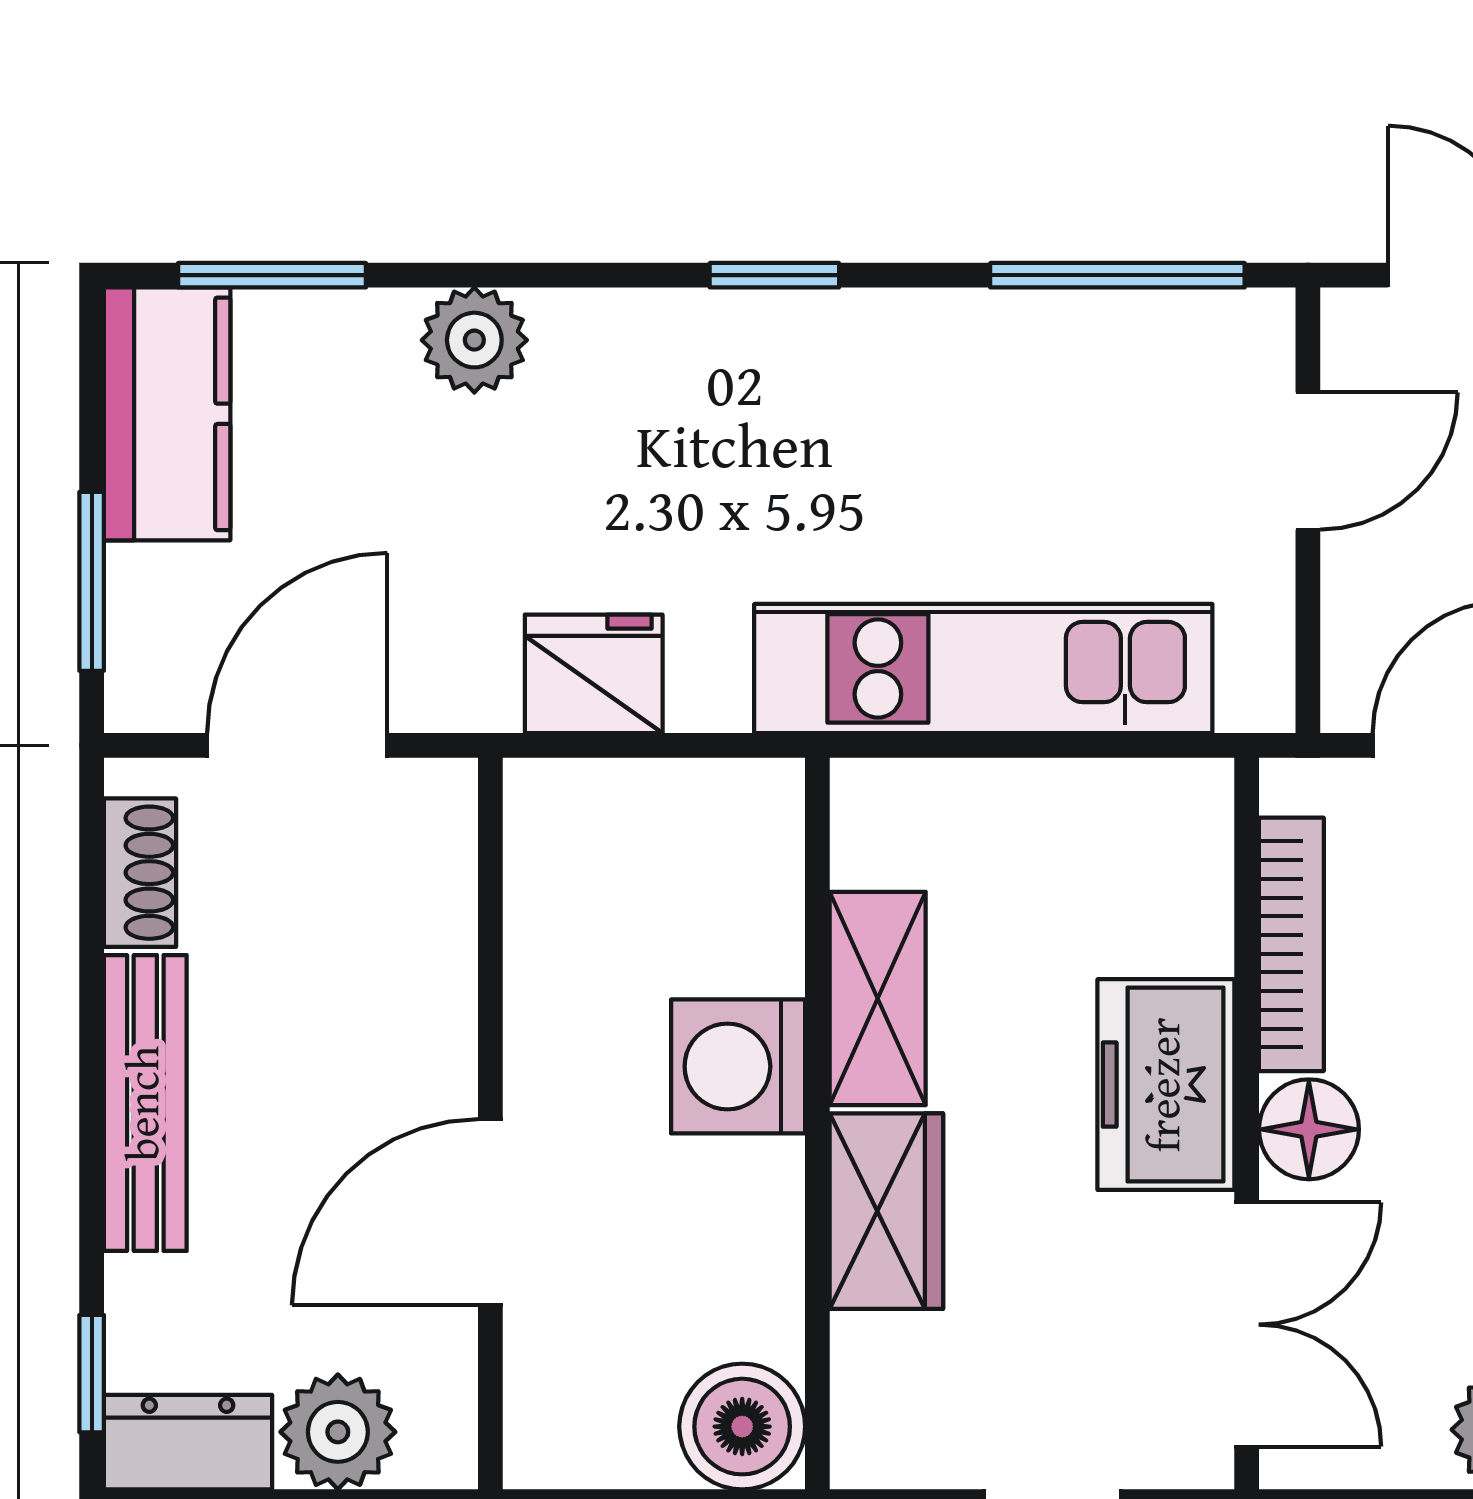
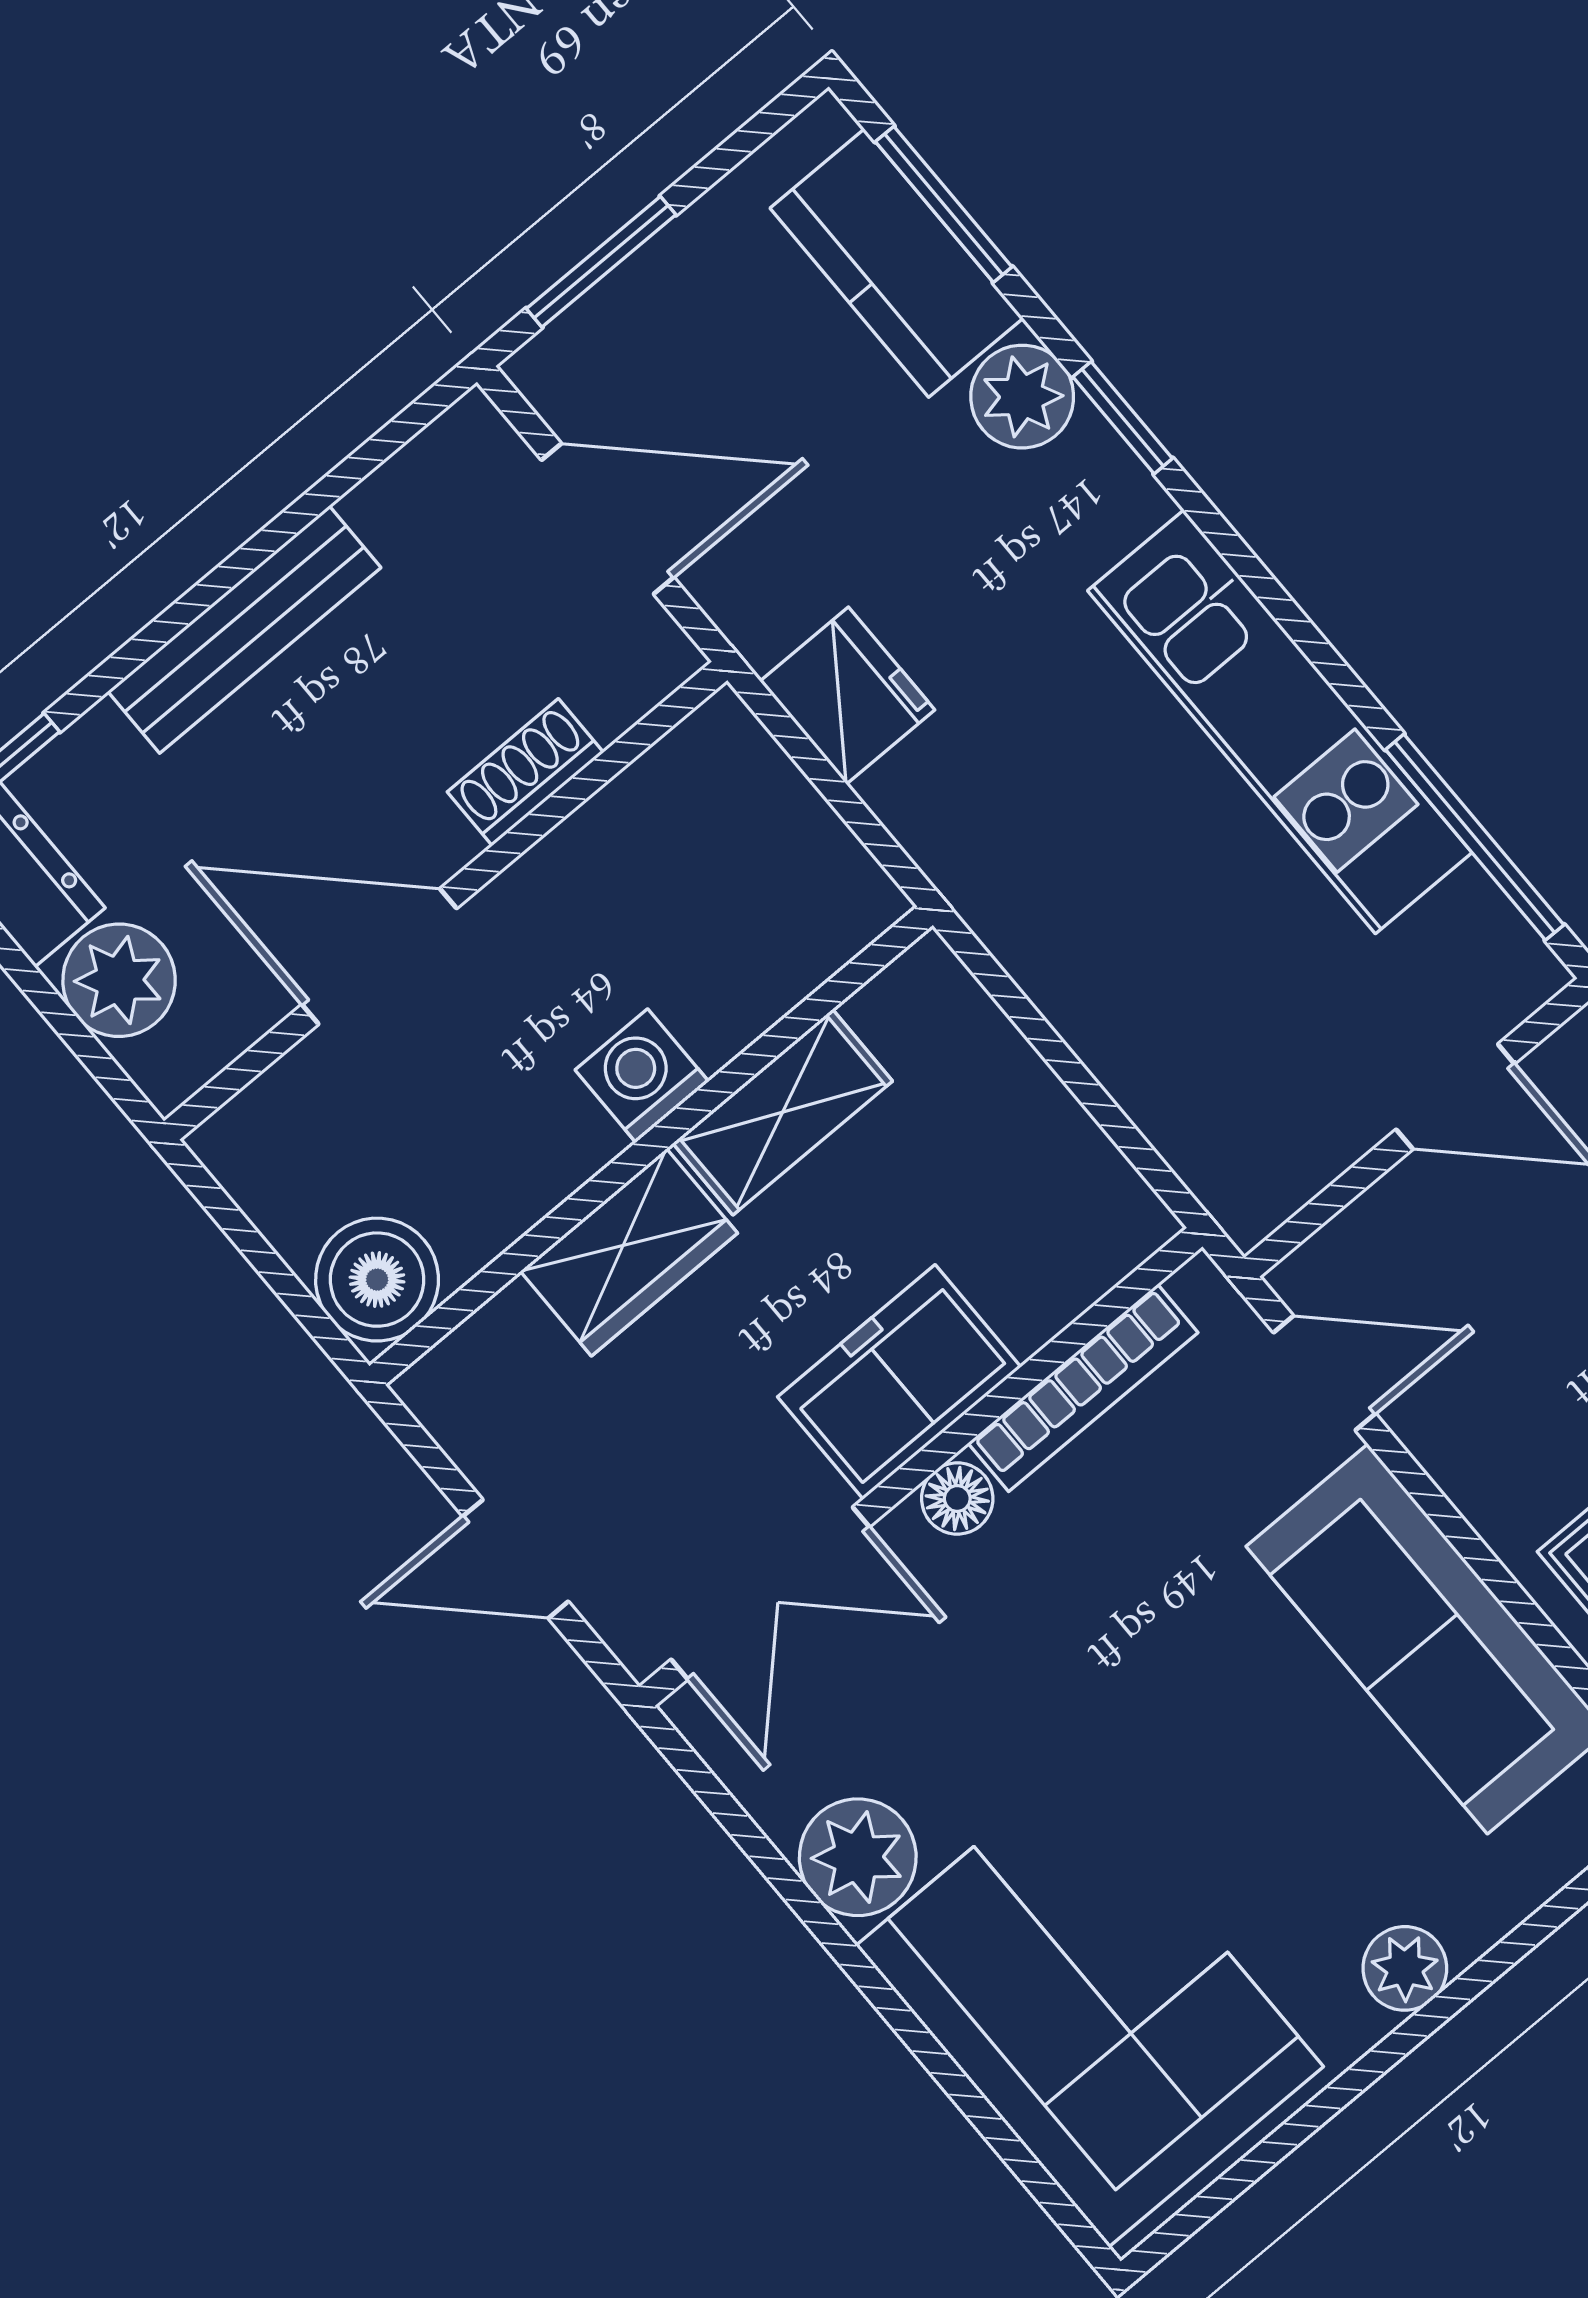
window: (774, 275) -> (1123, 418), moved
kitchen counter: (167, 414) -> (897, 263), moved, turned 90
kitchen unit: (983, 668) -> (1280, 722), moved, turned 180
shoe rack: (140, 873) -> (525, 772), moved, turned 180
washing machine: (738, 1066) -> (642, 1076), width x0.73, depth x0.73
floor lamp: (1309, 1129) -> (957, 1498), width x0.73, depth x0.73

